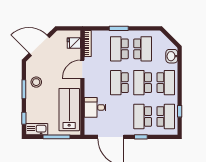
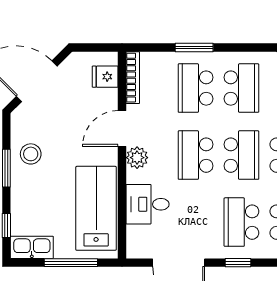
school desk: (143, 83) -> (241, 155), turned 180
plant: (90, 84) -> (137, 158), added

